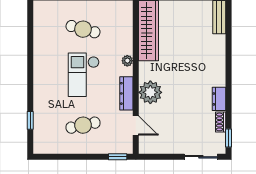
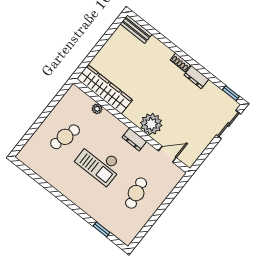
plant: (127, 61) -> (97, 109), moved
dresser: (126, 93) -> (134, 139), width x0.70
shoe rack: (221, 122) -> (180, 62), moved
window: (118, 157) -> (180, 186), removed

